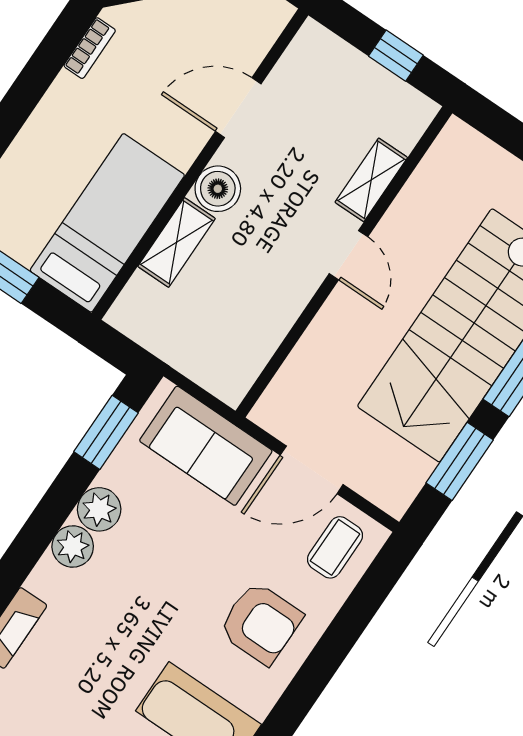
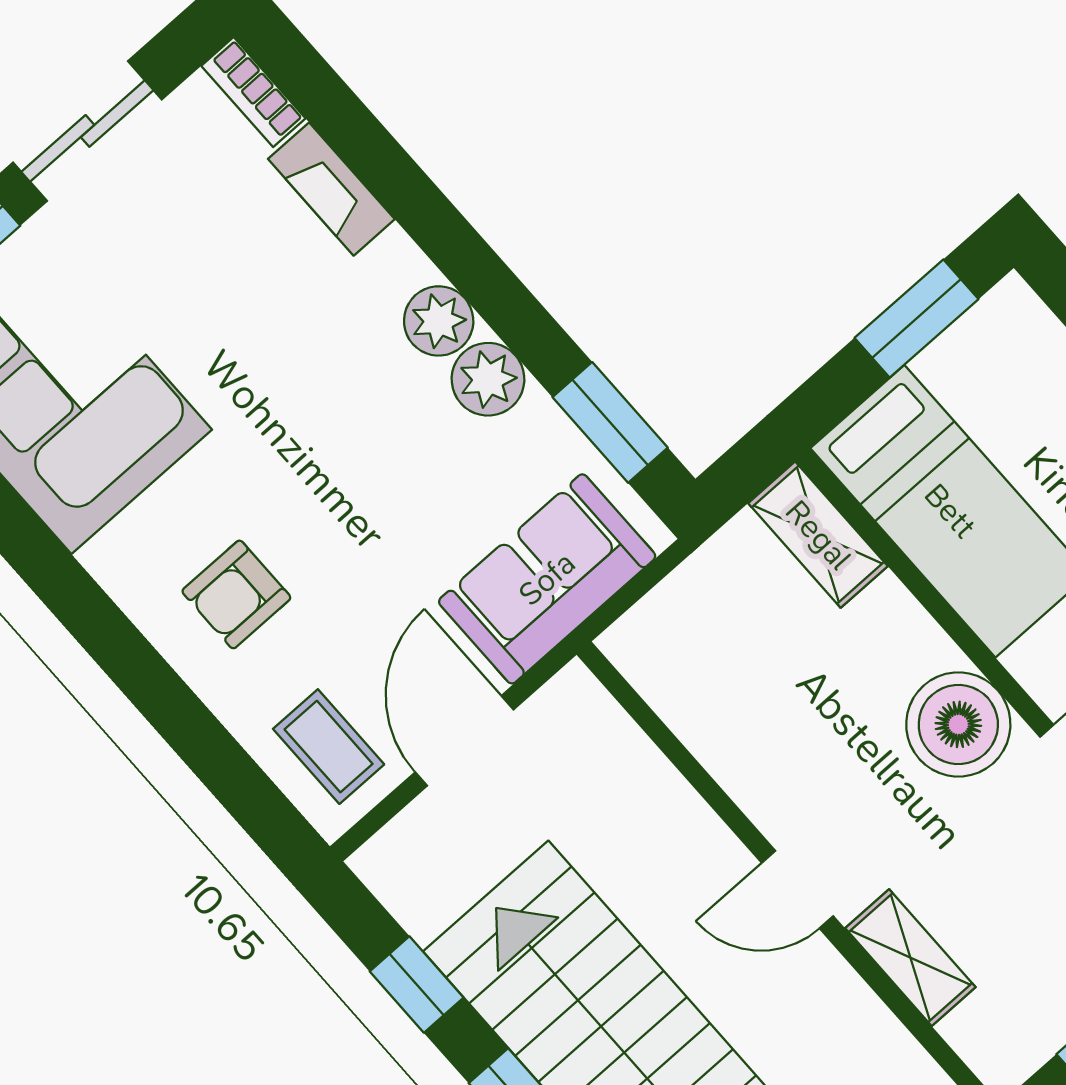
boiler: (218, 189) -> (958, 724), width x1.37, depth x1.37
shelving: (176, 242) -> (818, 535), moved
window: (460, 461) -> (417, 985), width x0.67
armchair: (261, 623) -> (236, 594), width x0.72, depth x0.72

